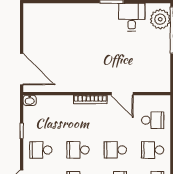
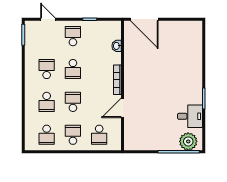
door: (22, 69) -> (144, 19), hinge flipped
washbasin: (30, 100) -> (117, 46), moved
school desk: (78, 150) -> (73, 69), turned 180

